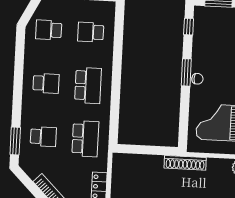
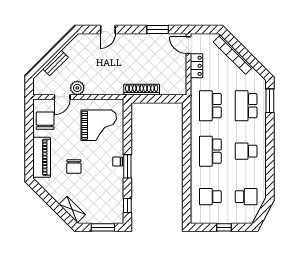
school desk: (91, 32) -> (210, 197), turned 180
school desk: (43, 137) -> (246, 106), width x1.85
shoe rack: (185, 163) -> (142, 90), moved

